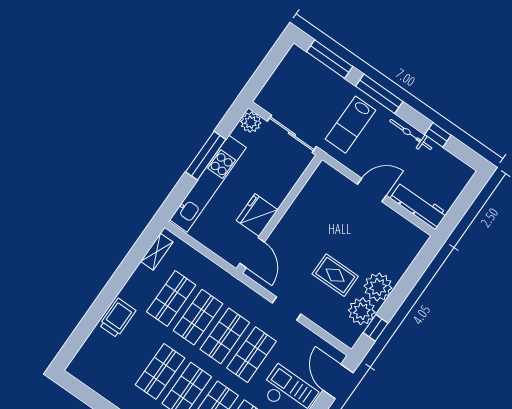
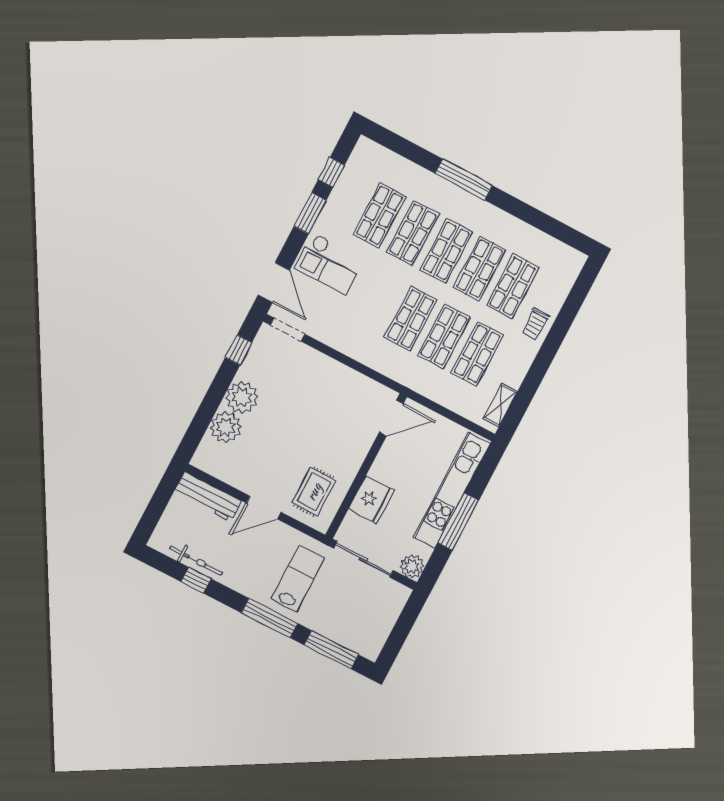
bicycle: (411, 134) -> (196, 561), moved
fridge: (257, 215) -> (371, 500), moved
door: (252, 253) -> (391, 418), swing flipped
rug: (335, 275) -> (314, 492), moved, turned 90
doorway: (287, 308) -> (287, 330), moved
plant: (362, 311) -> (226, 427), moved
trolley: (118, 318) -> (535, 324), width x0.73, depth x0.72
shop shelf: (252, 355) -> (513, 286), moved

